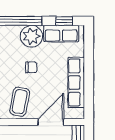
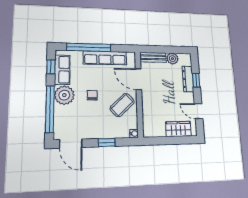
window: (89, 64) -> (89, 47), added
coffee table: (20, 102) -> (122, 105), turned -54

